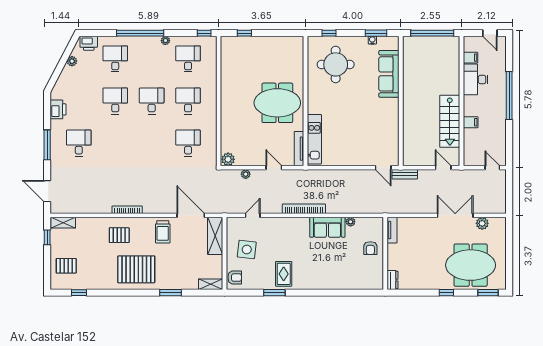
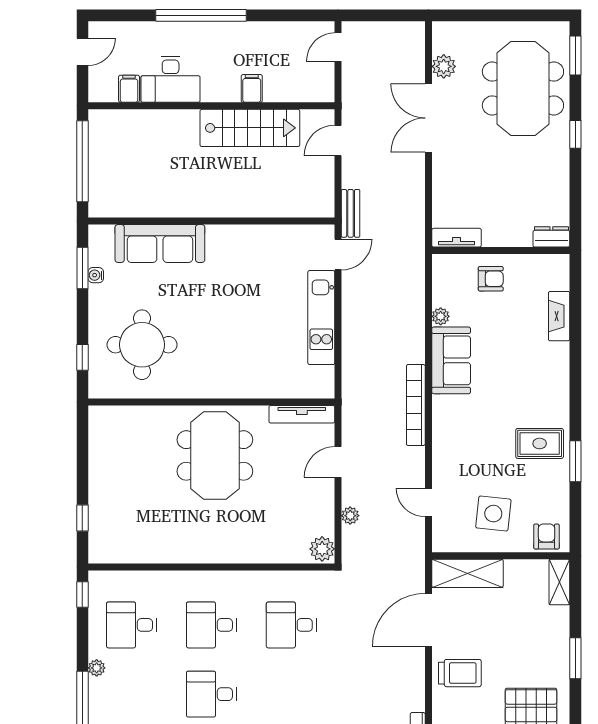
kitchen unit: (314, 139) -> (321, 318), moved, turned -90
fireplace: (351, 284) -> (559, 316), added

